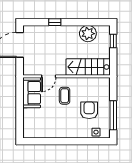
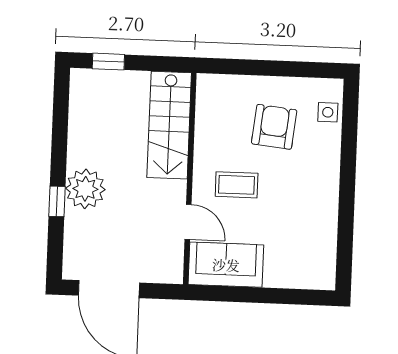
plant: (88, 34) -> (85, 189), moved
armchair: (89, 110) -> (274, 127), turned 96
window: (113, 115) -> (288, 69), removed

